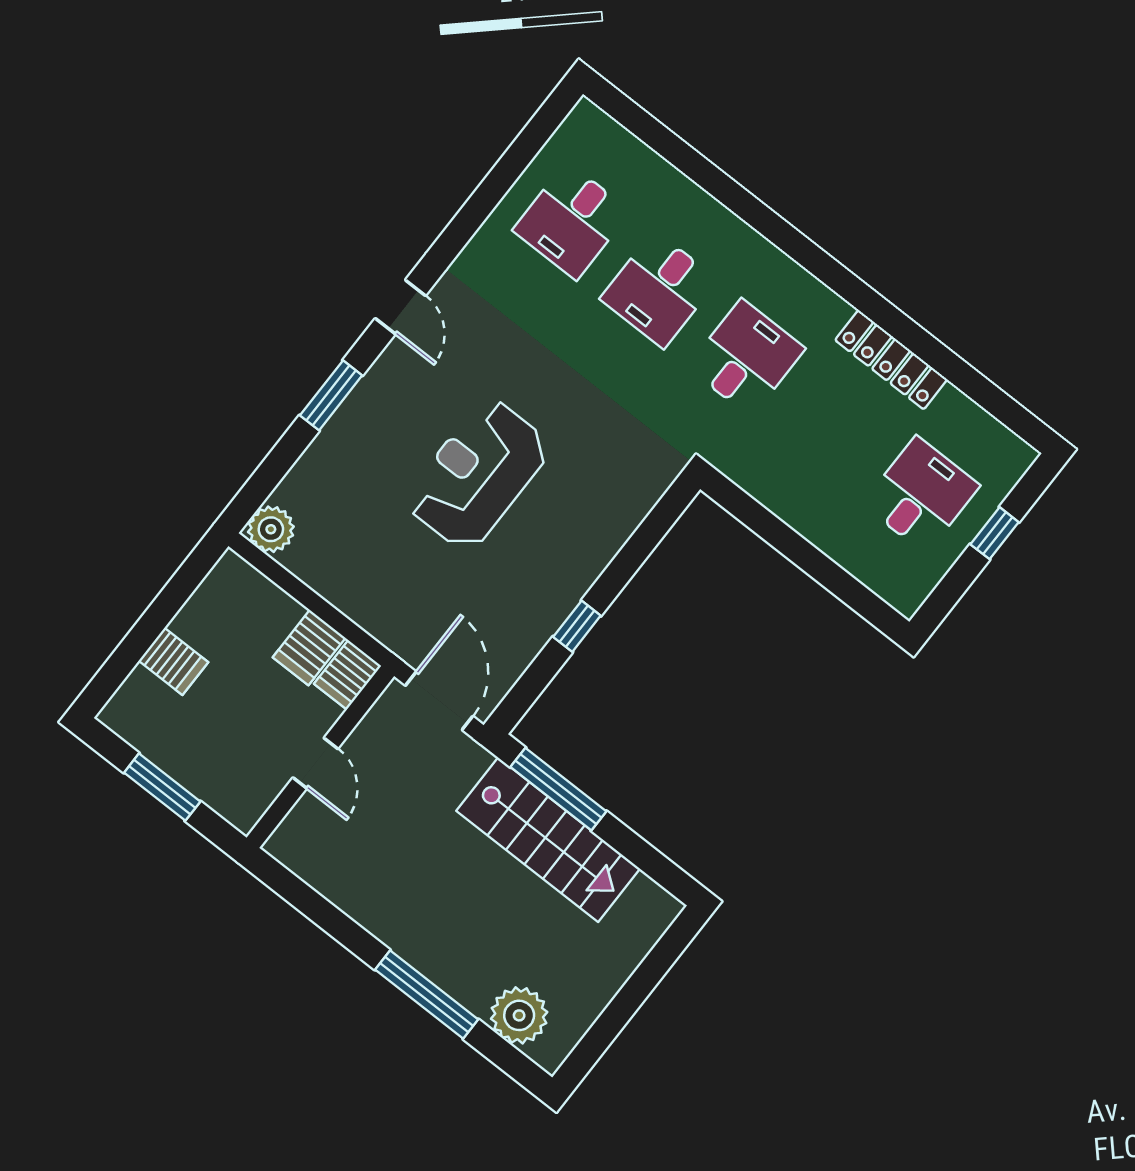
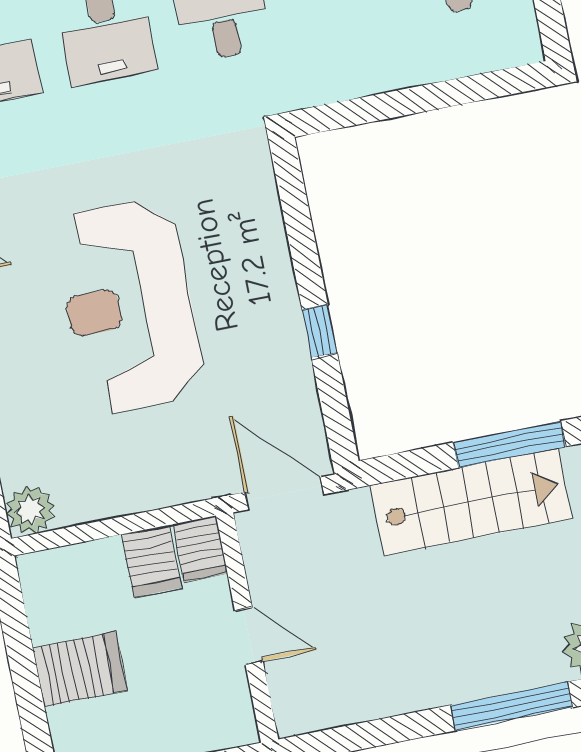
reception desk: (478, 474) -> (129, 306), width x1.36, depth x1.30
server rack: (173, 661) -> (80, 669), width x1.36, depth x1.44
window: (558, 789) -> (510, 444), moved

